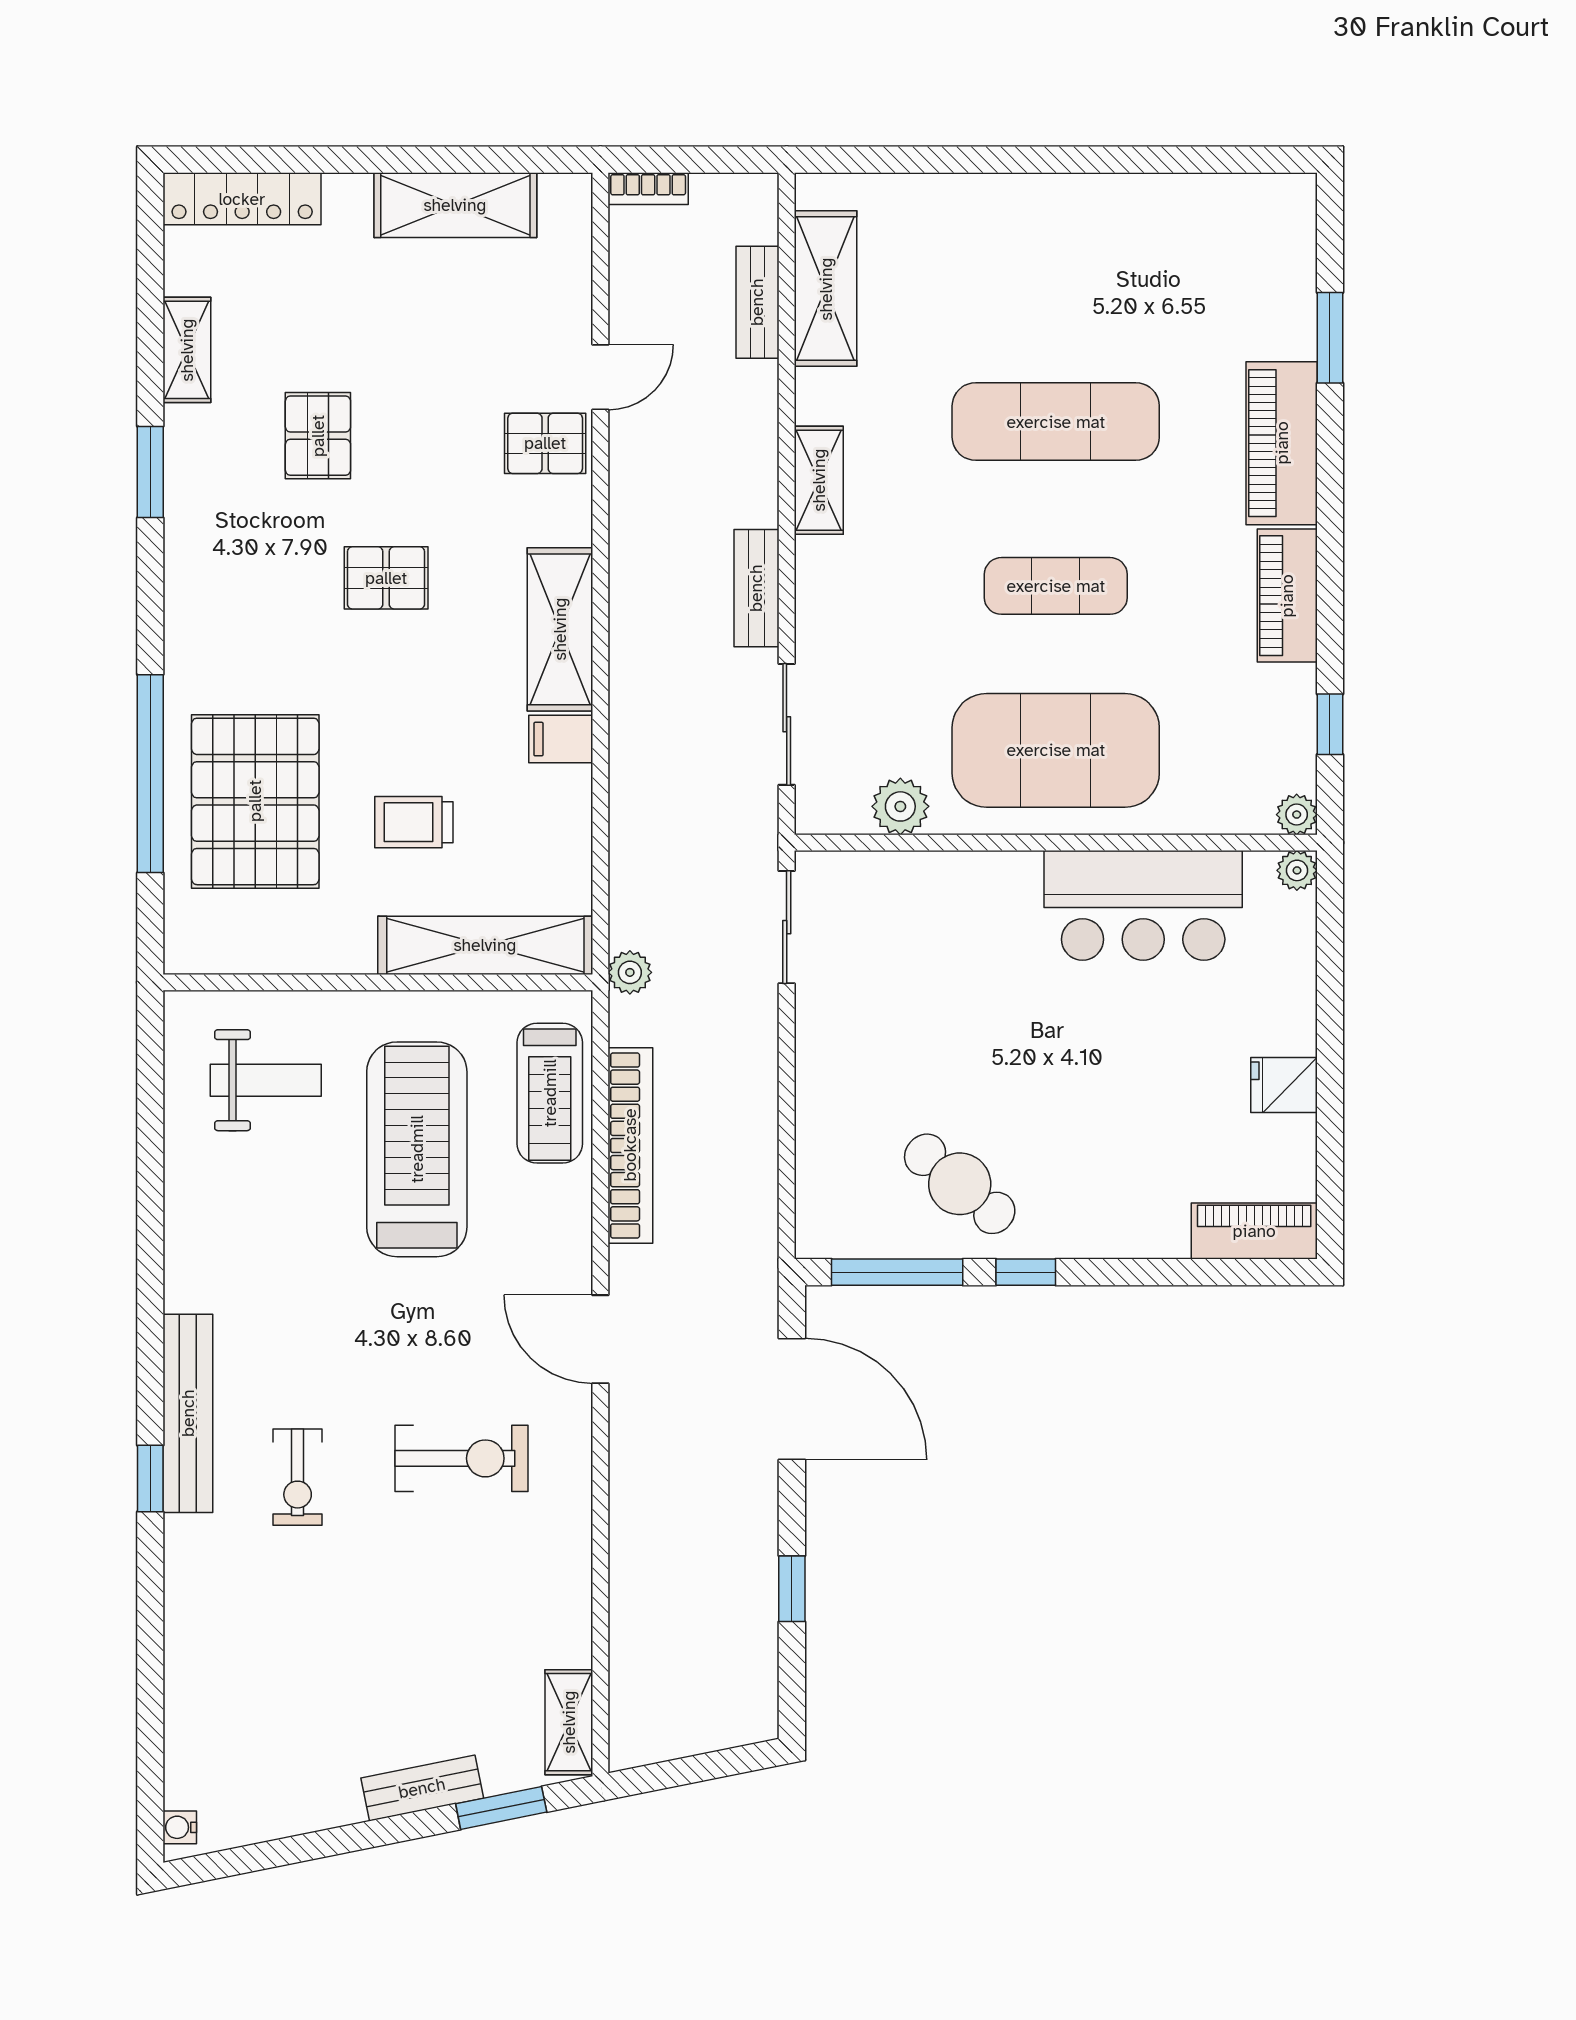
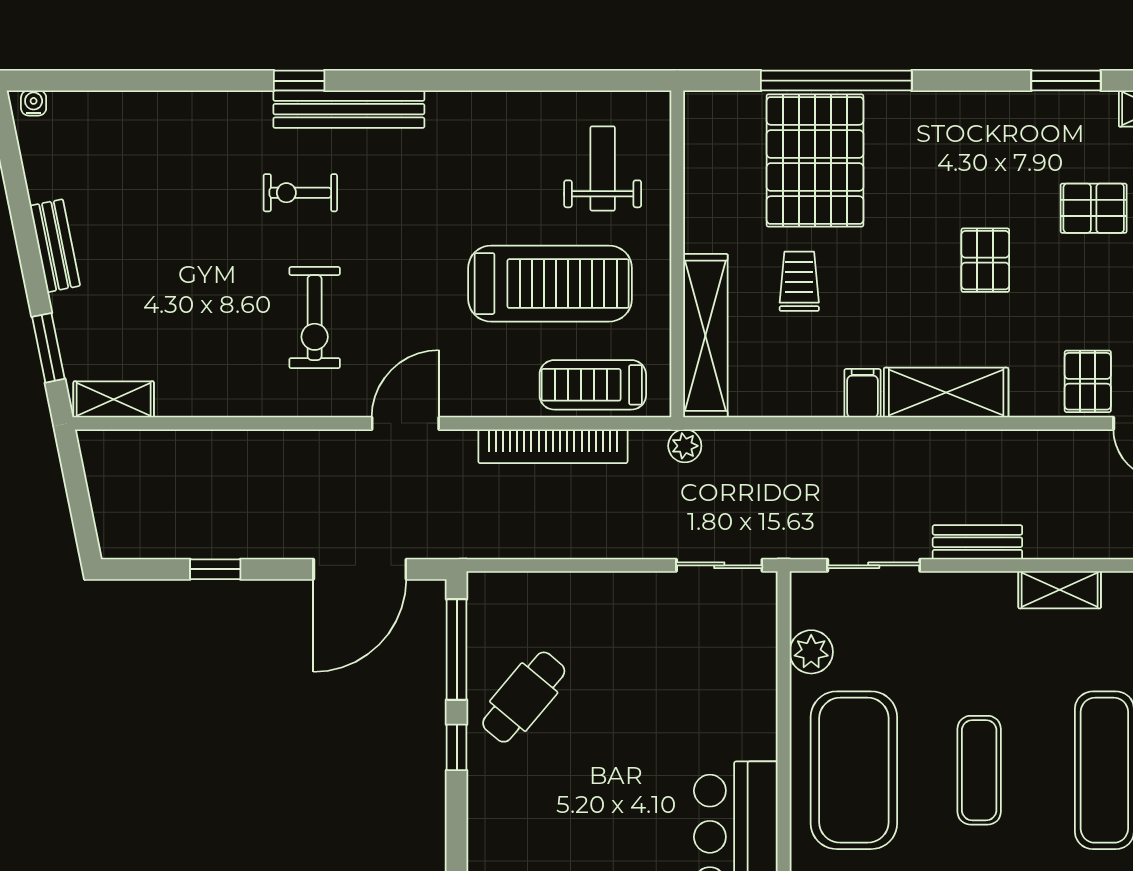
pallet: (255, 801) -> (815, 161), turned 90
weight bench: (266, 1080) -> (603, 168), turned 180
bench: (422, 1788) -> (55, 246), moved

